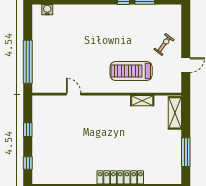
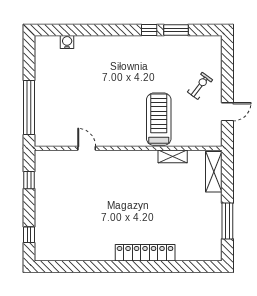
water cooler: (47, 10) -> (67, 42), moved
treadmill: (131, 71) -> (159, 119), turned 90
window: (28, 130) -> (29, 180), moved

